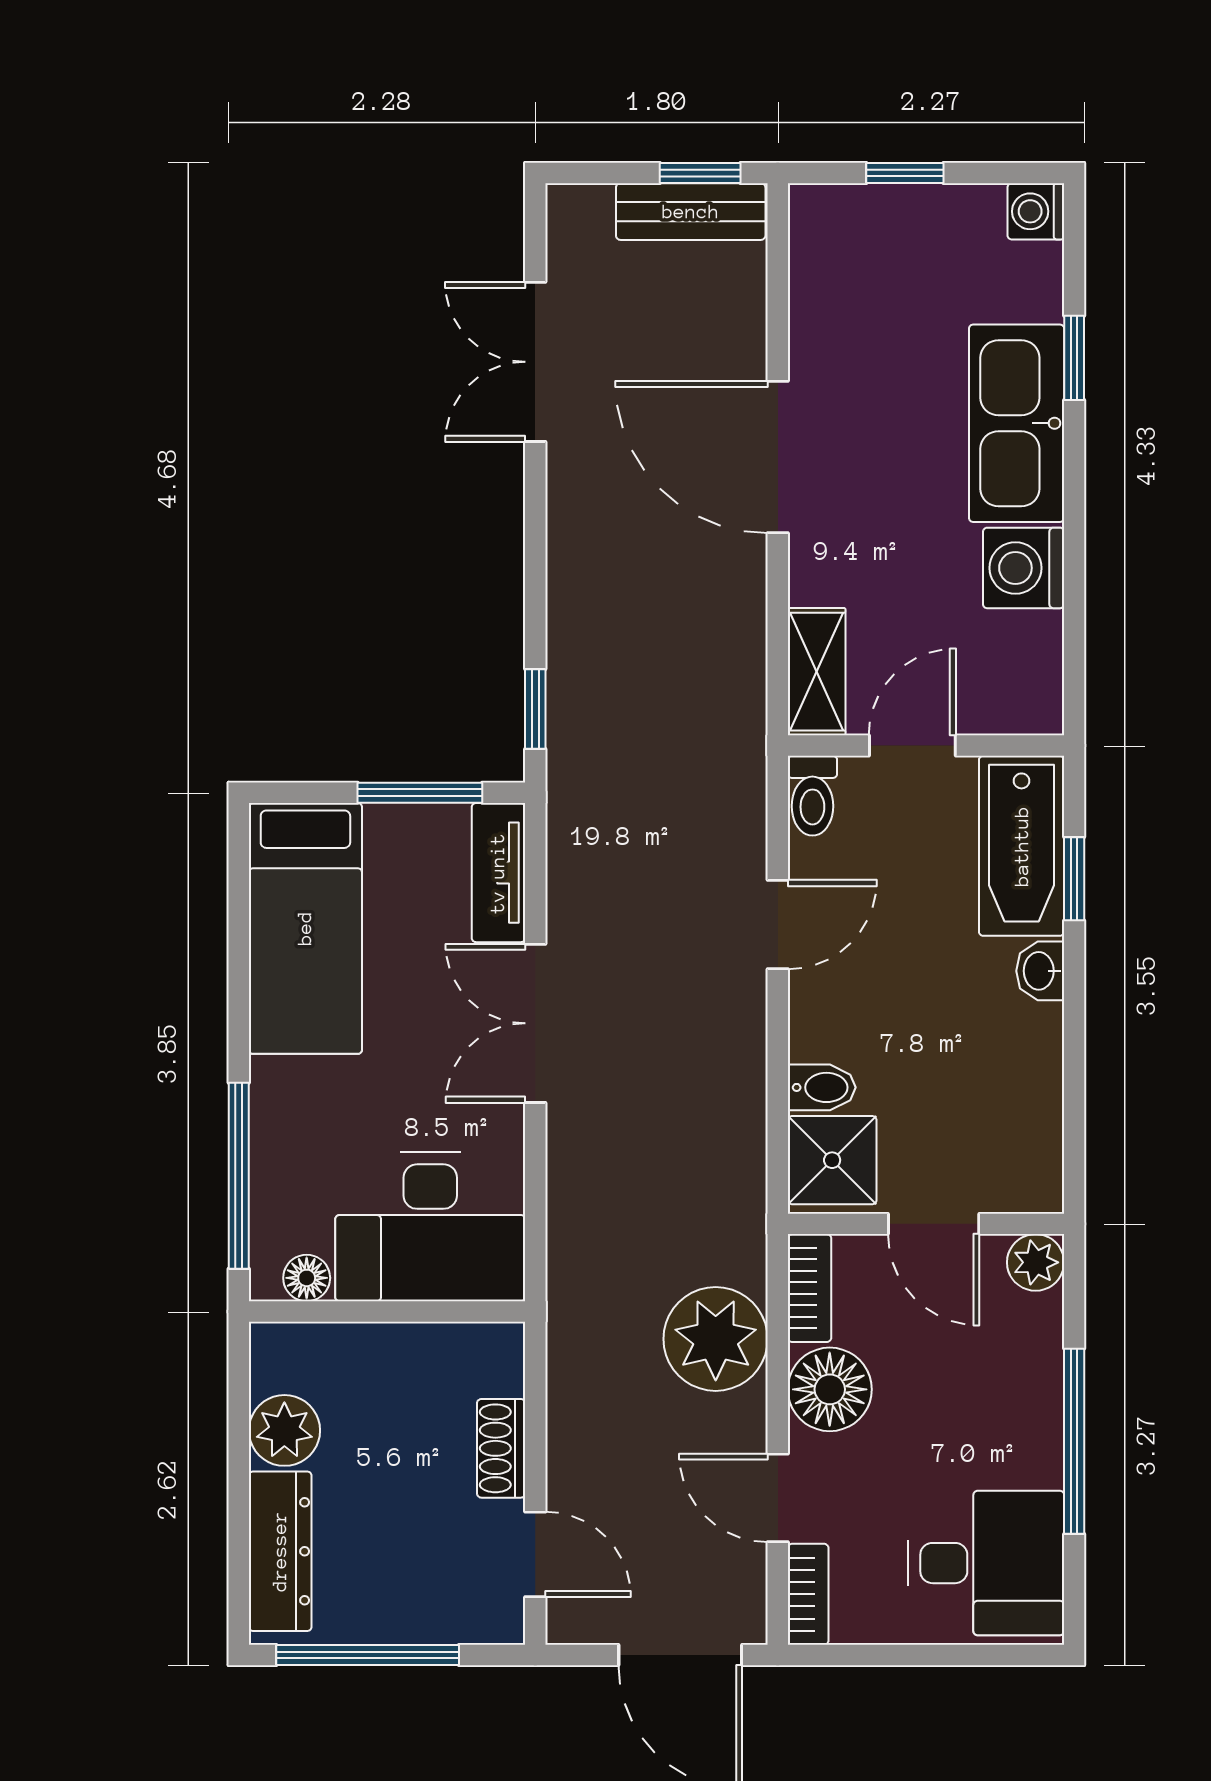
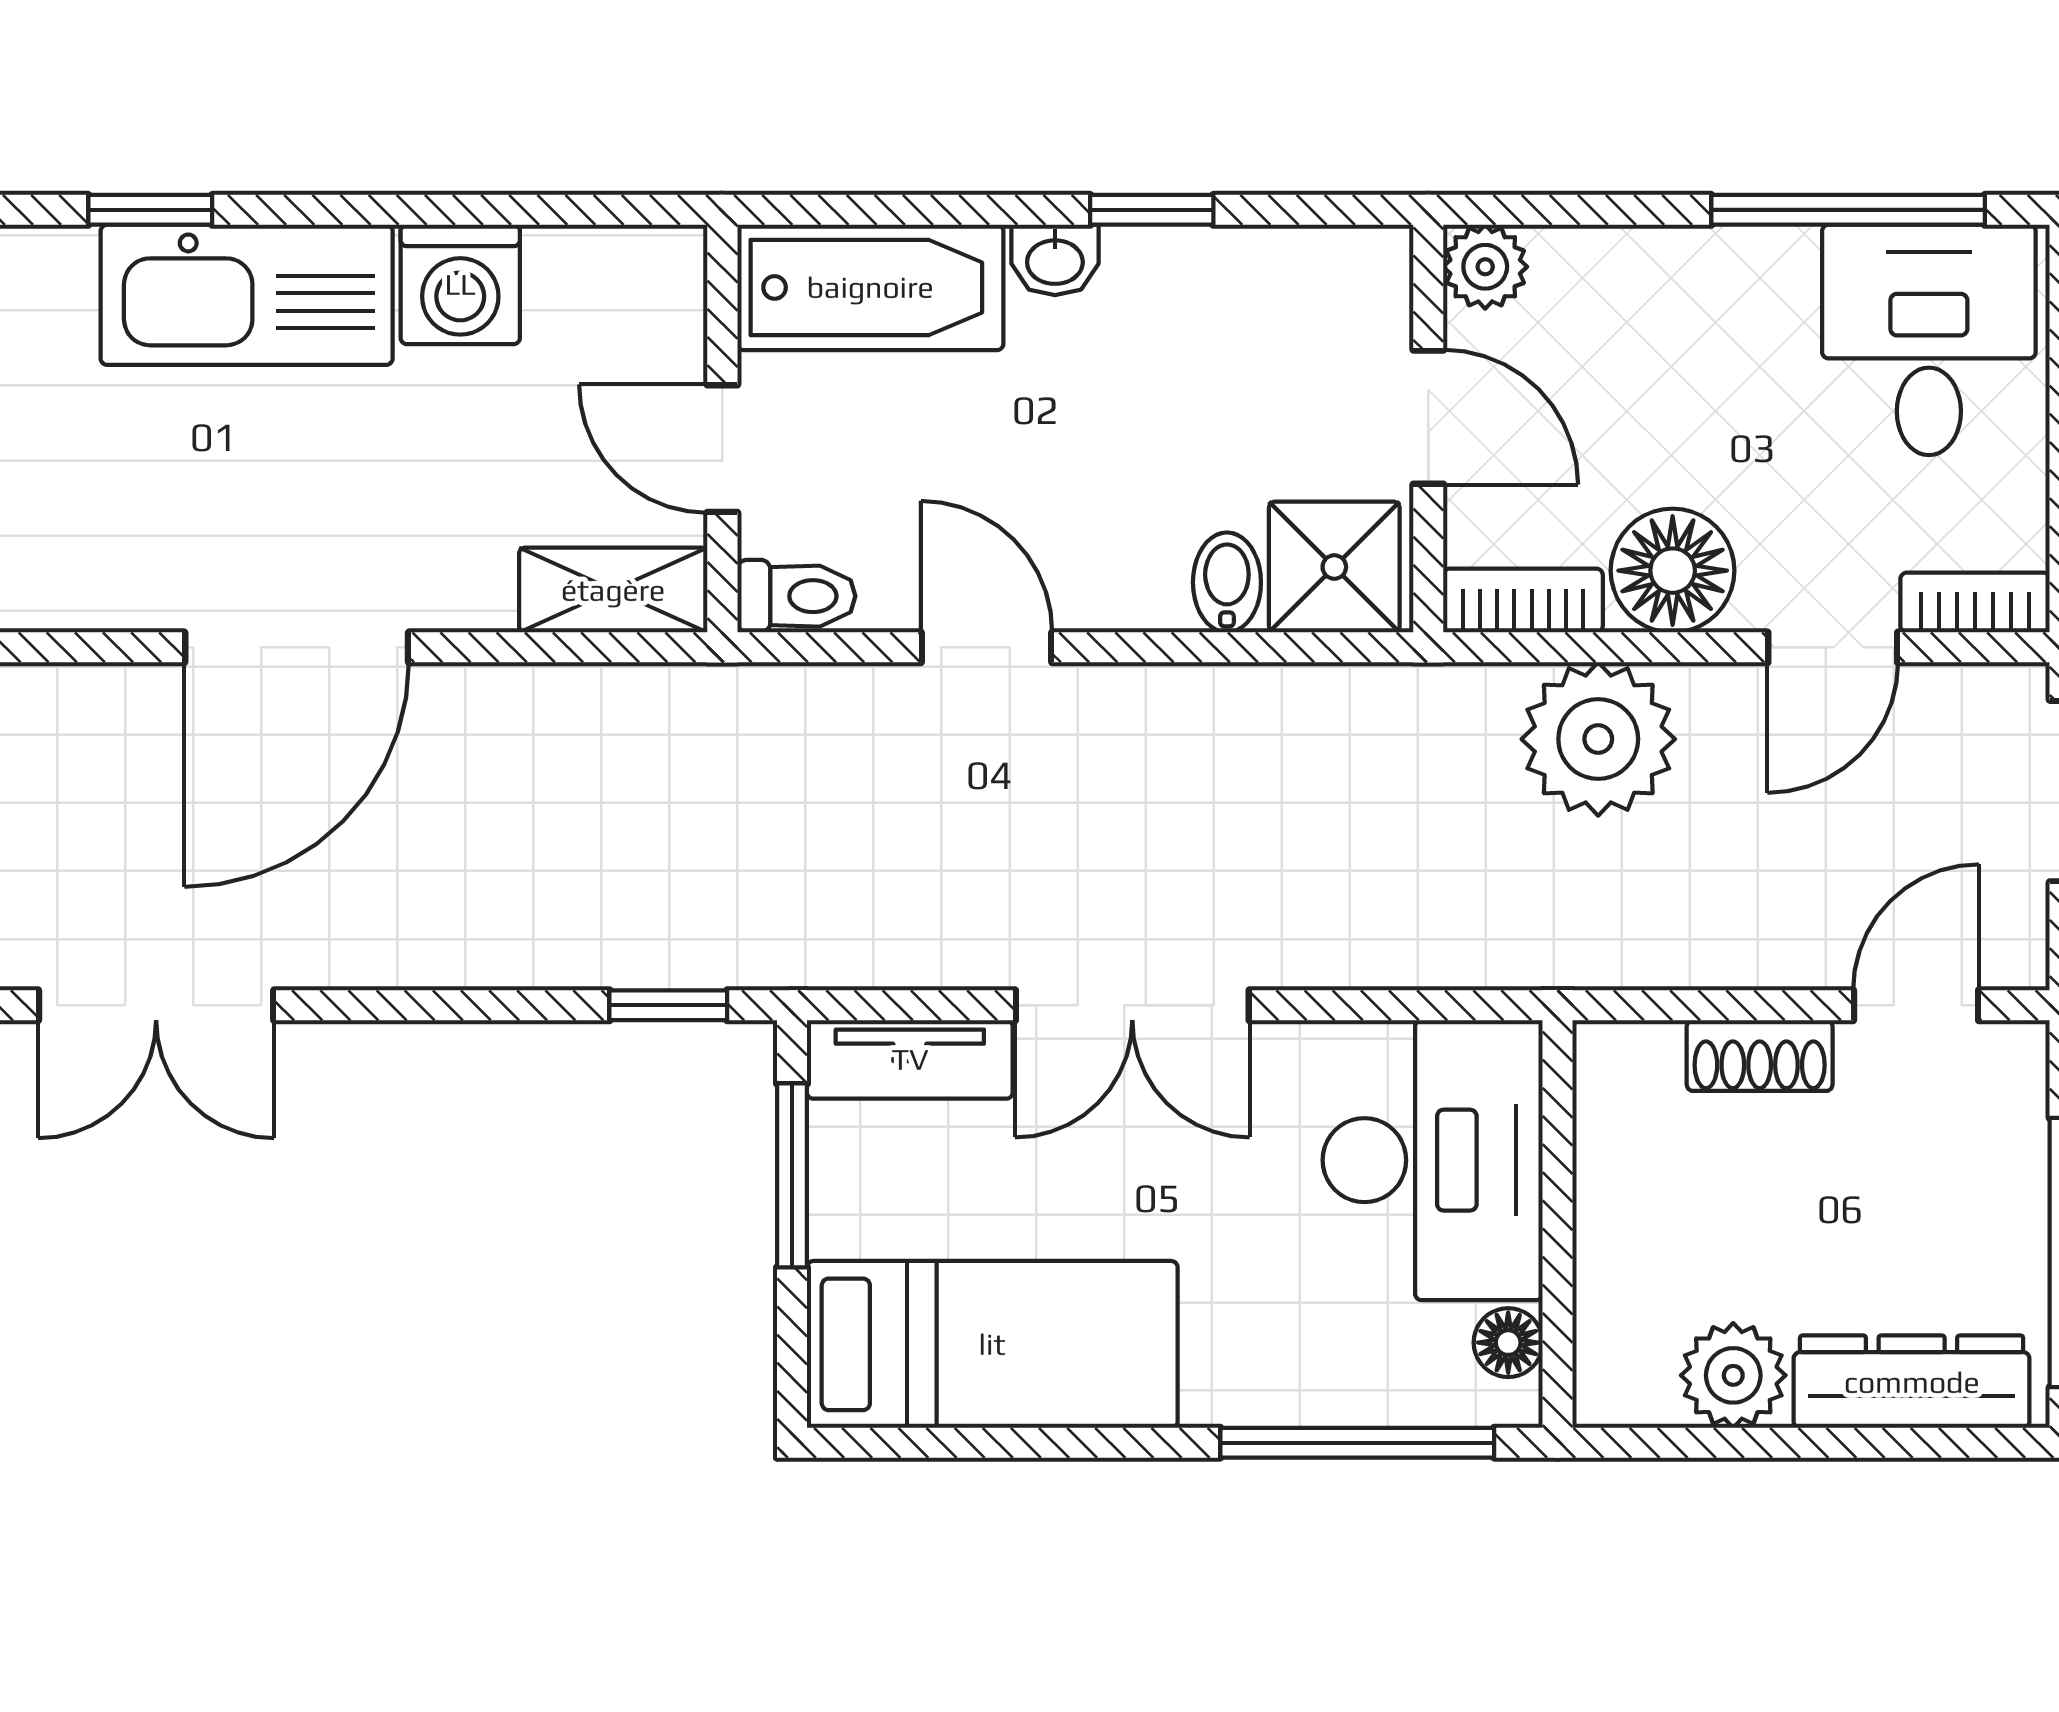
window: (1074, 879) -> (1152, 210), moved
door: (934, 1224) -> (1428, 417), hinge flipped
window: (1074, 1441) -> (1848, 210), moved

